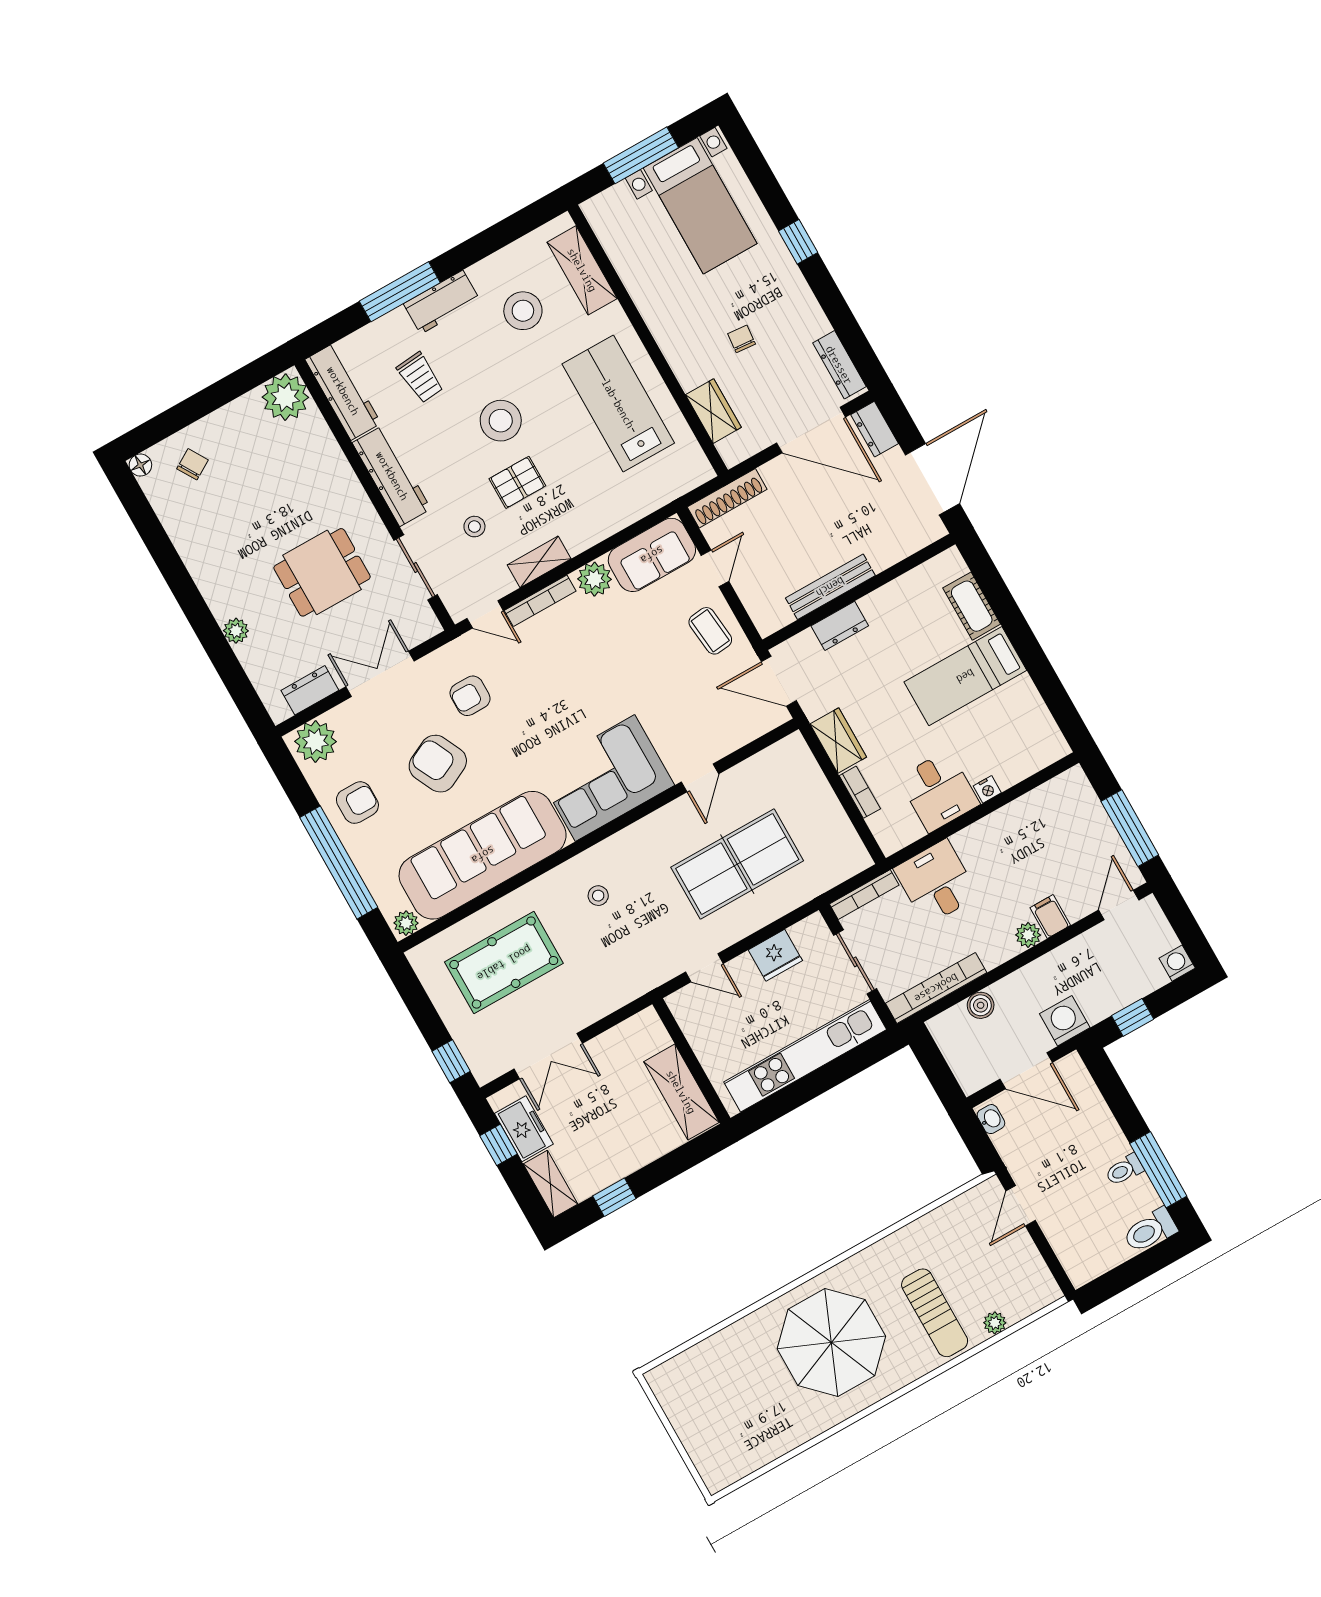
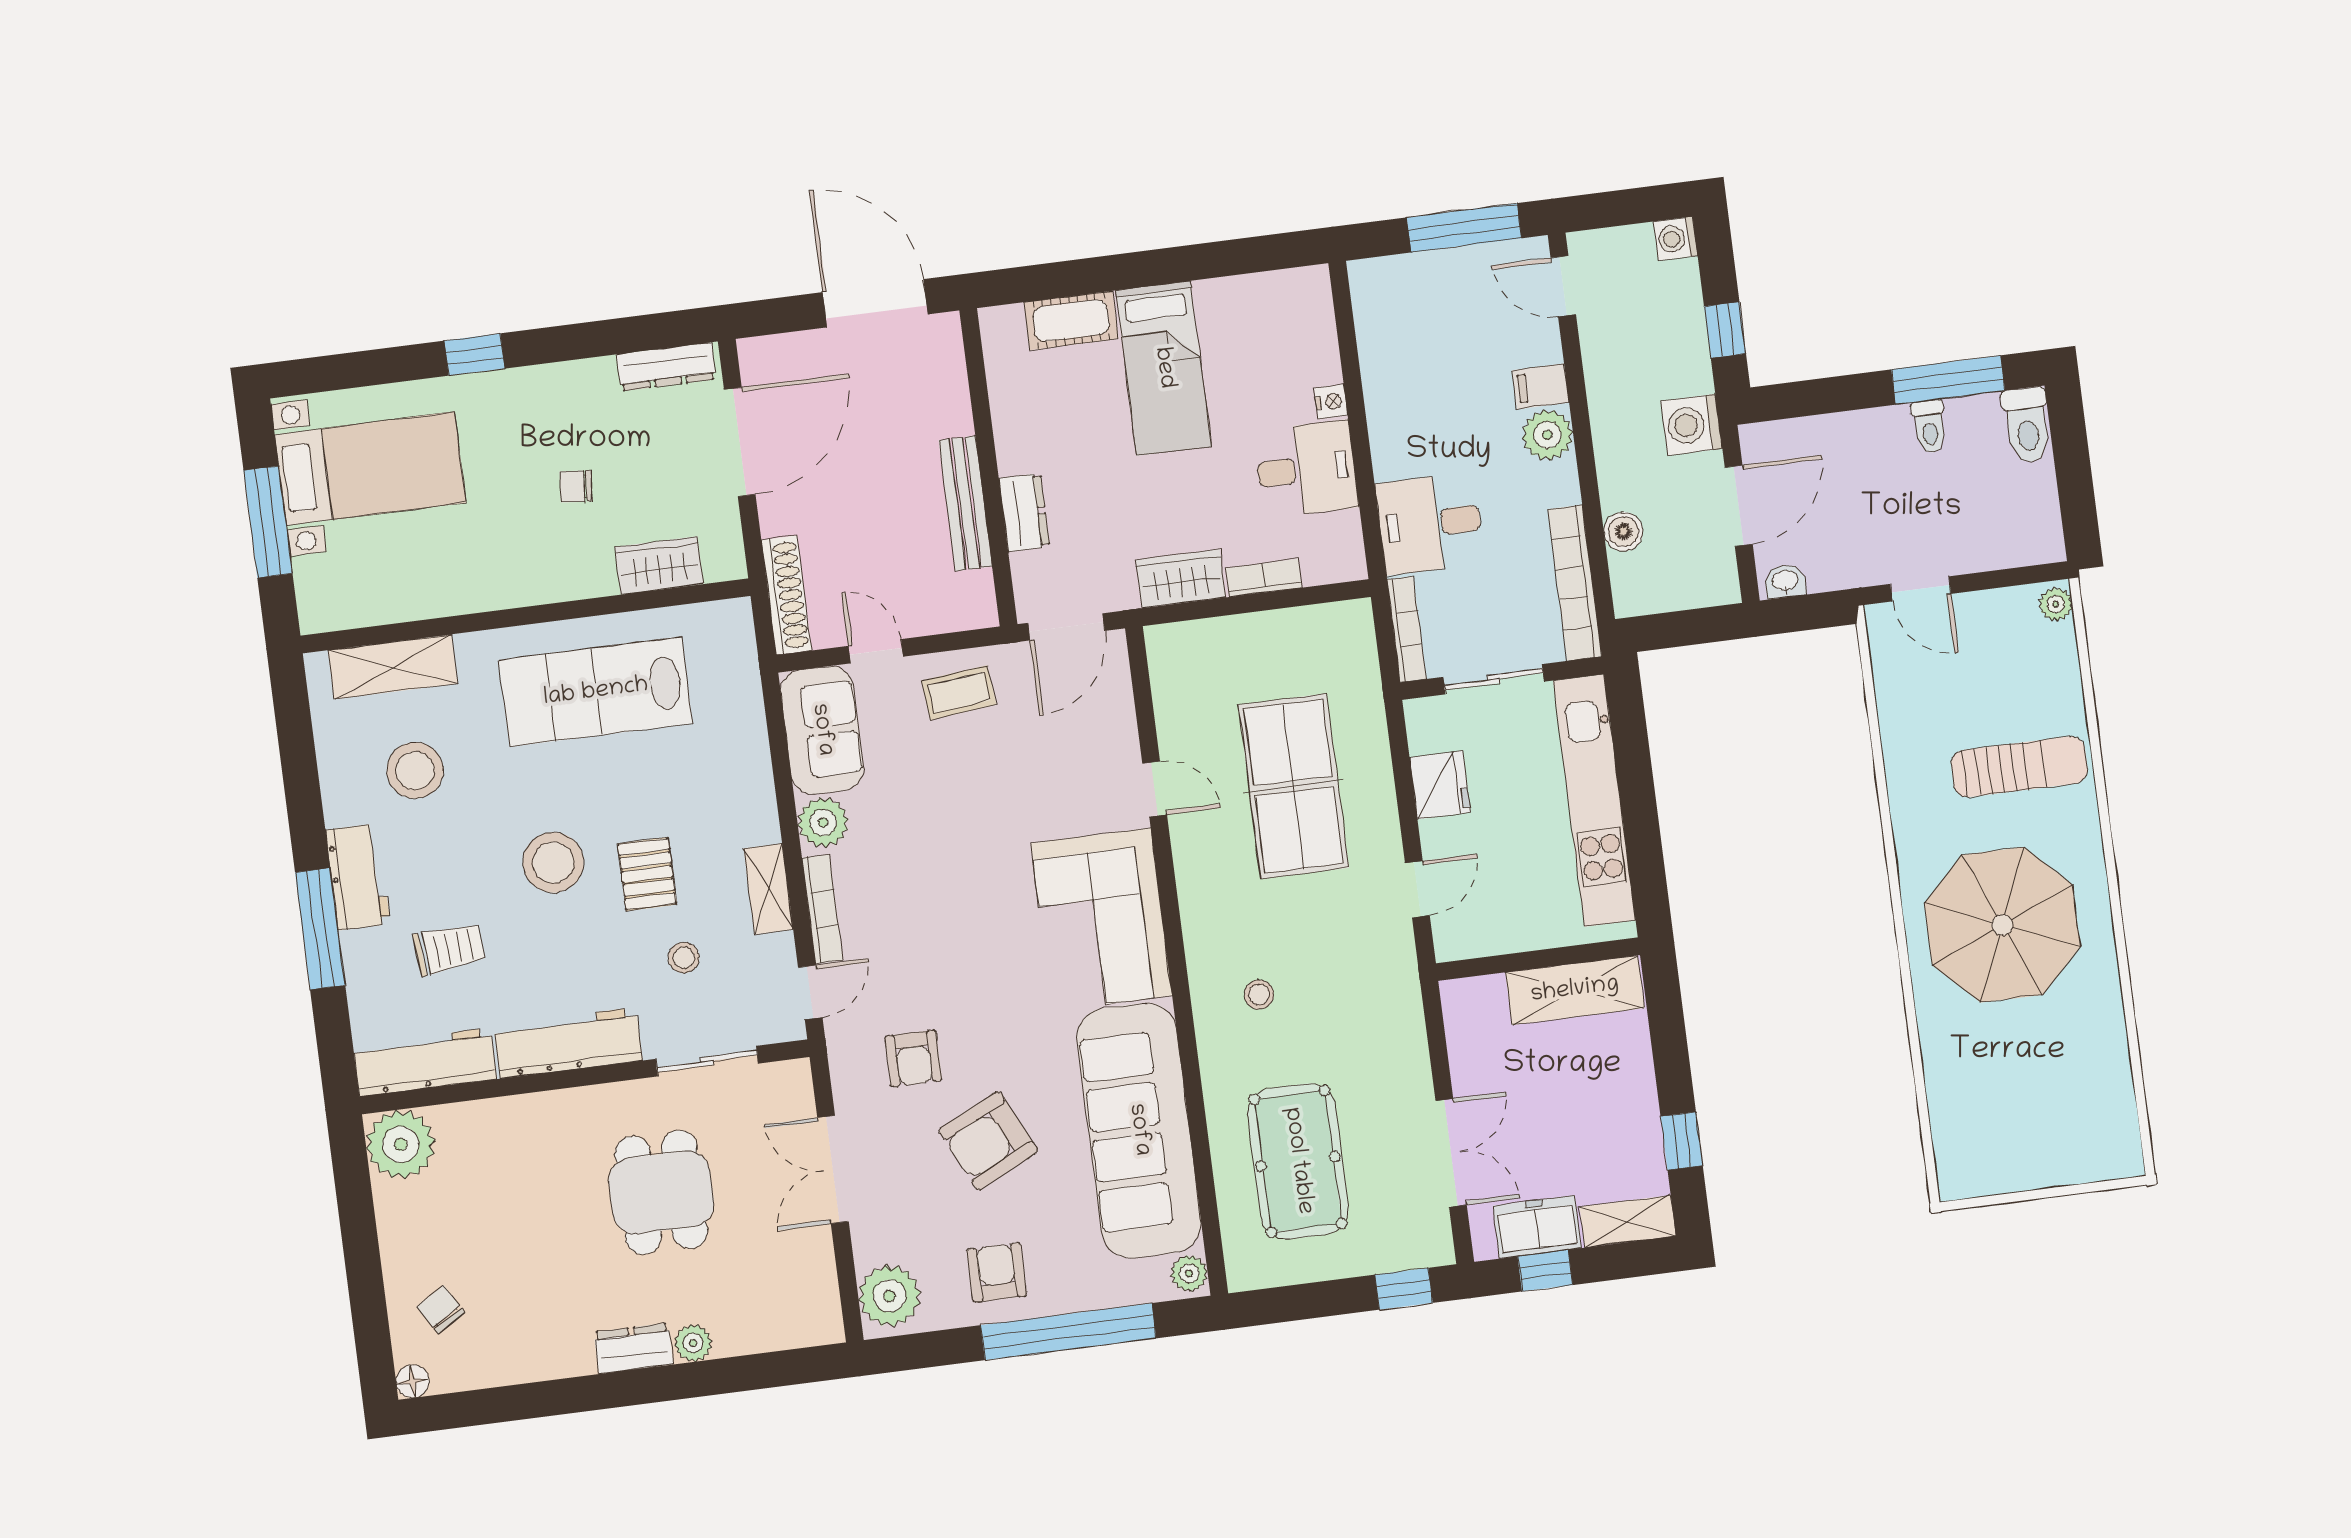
dresser: (875, 429) -> (774, 355), removed
dresser: (310, 690) -> (634, 1348), moved, turned 90
plant: (1028, 935) -> (1547, 435), width x1.38, depth x1.38
plant: (995, 1323) -> (2056, 604), moved

